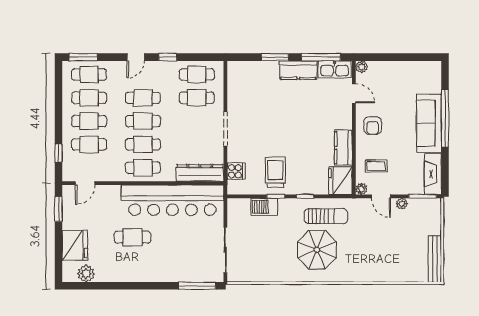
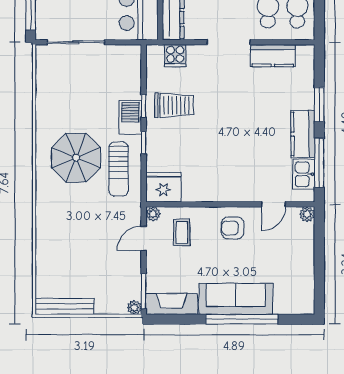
kitchen sink: (335, 69) -> (304, 174), width x0.73
kitchen counter: (343, 148) -> (273, 56), moved, turned 180
plant: (402, 204) -> (134, 307), moved
barbecue: (264, 207) -> (130, 117), moved

